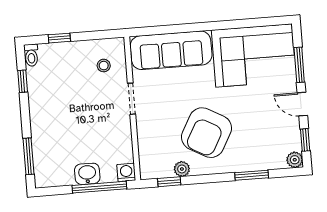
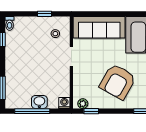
window: (59, 38) -> (44, 14), moved
plant: (182, 169) -> (83, 104), moved
window: (99, 187) -> (32, 111), moved

